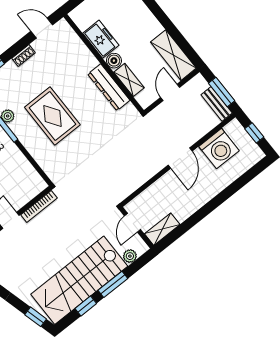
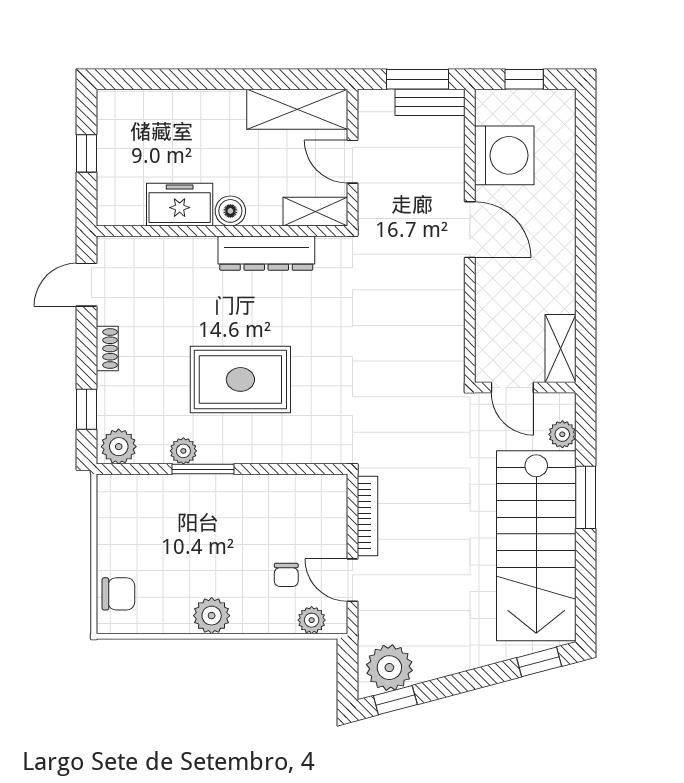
shelving: (129, 80) -> (315, 212), moved
window: (86, 306) -> (586, 568), removed

